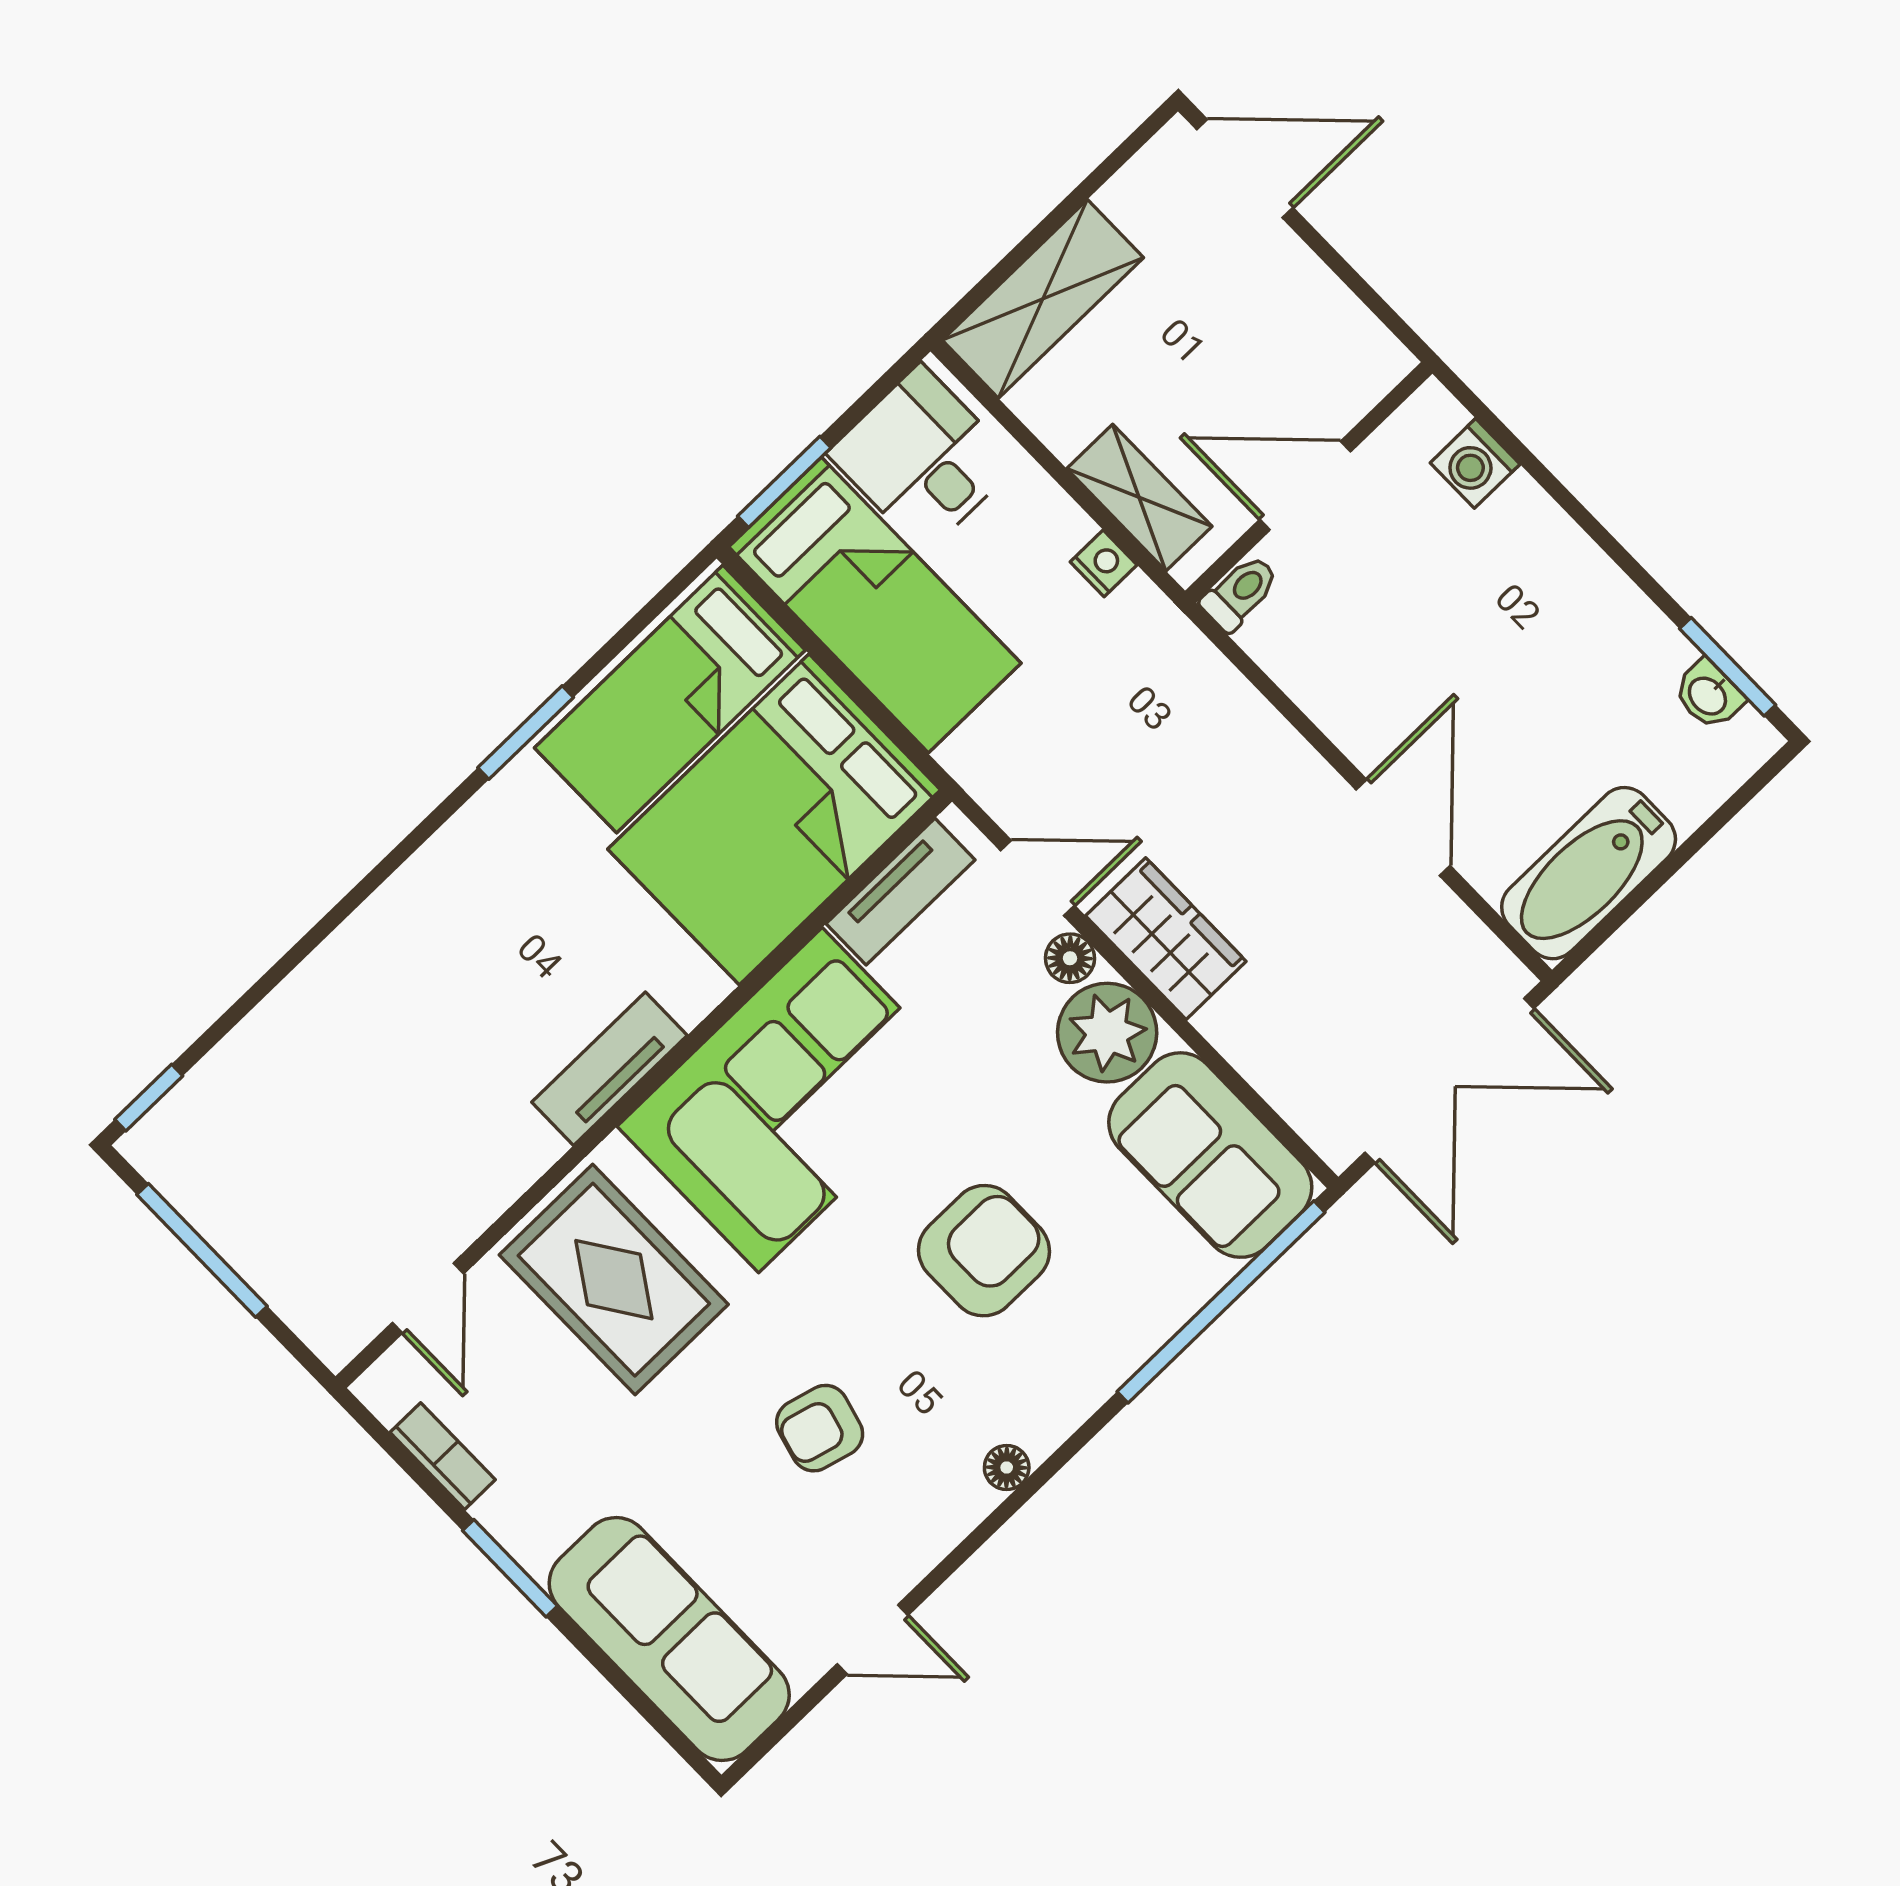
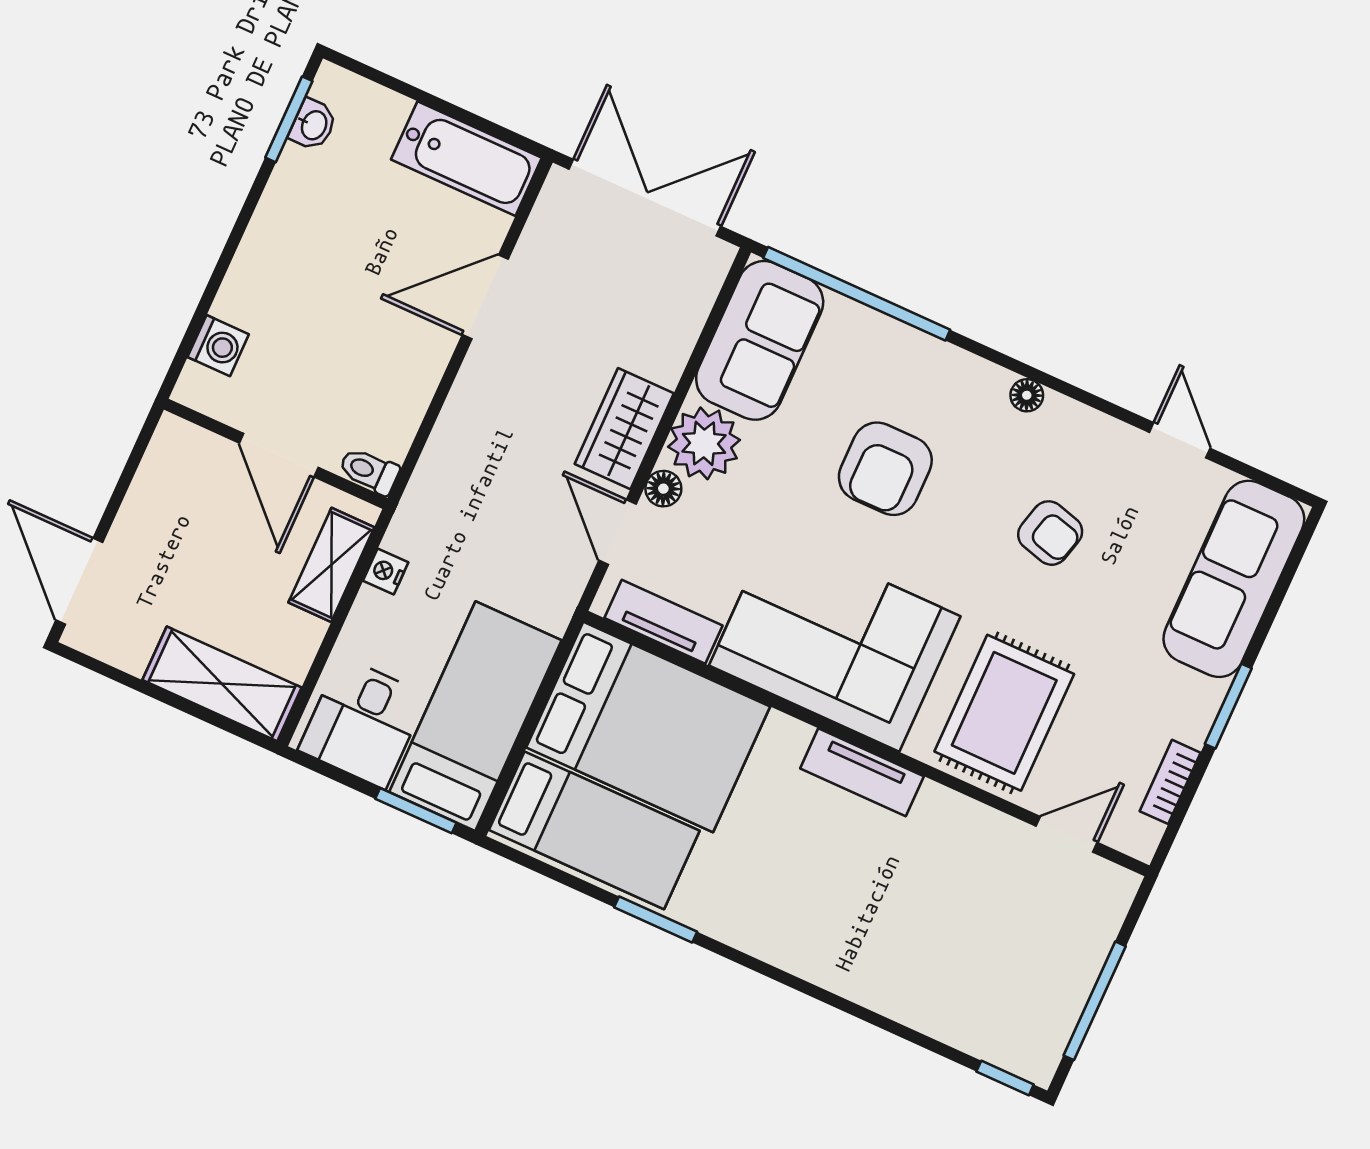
armchair: (984, 1251) -> (885, 469), turned -90

